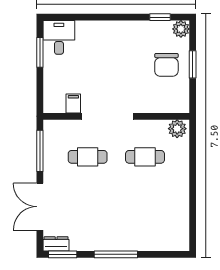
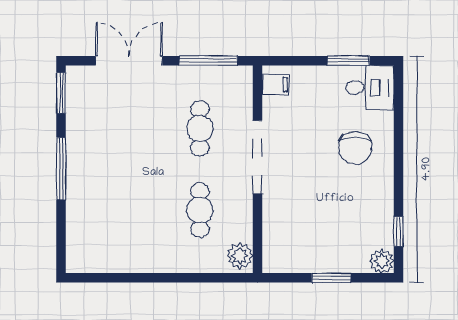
chair: (166, 65) -> (355, 148), moved, turned -90
filing cabinet: (73, 104) -> (276, 85), moved
dresser: (56, 244) -> (76, 84), removed

